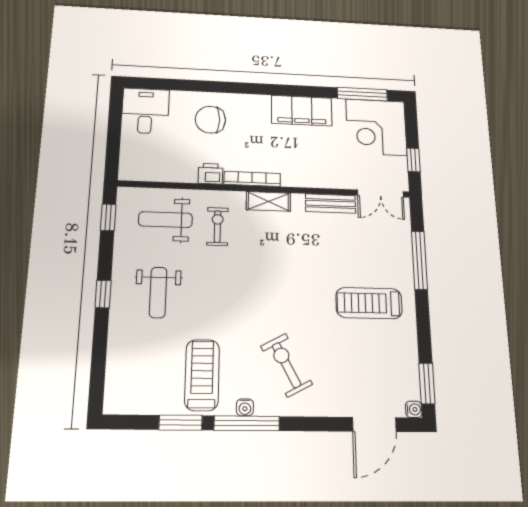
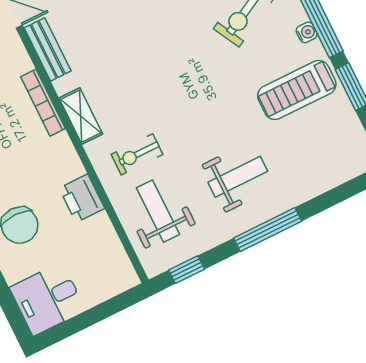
printer: (210, 174) -> (82, 198), width x1.36, depth x1.24
bookcase: (252, 179) -> (43, 103), moved
weight bench: (165, 220) -> (158, 211), turned 180
window: (103, 294) -> (268, 230), width x2.17

